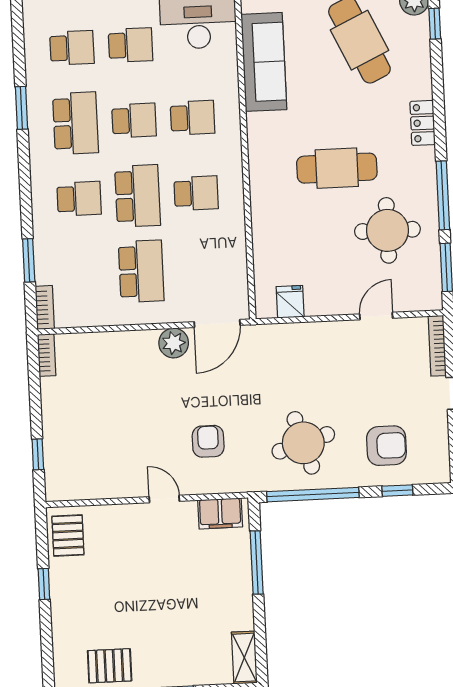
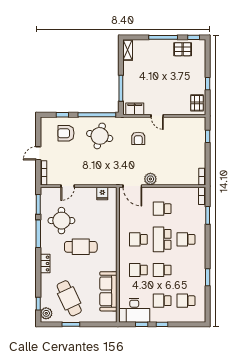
school desk: (75, 123) -> (186, 270), removed
school desk: (141, 271) -> (162, 209), width x0.54
door: (217, 324) -> (132, 186), swing flipped
round table: (303, 443) -> (100, 136), turned 31

